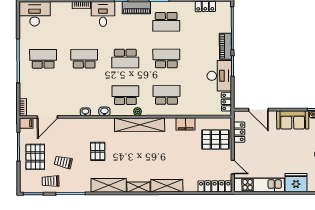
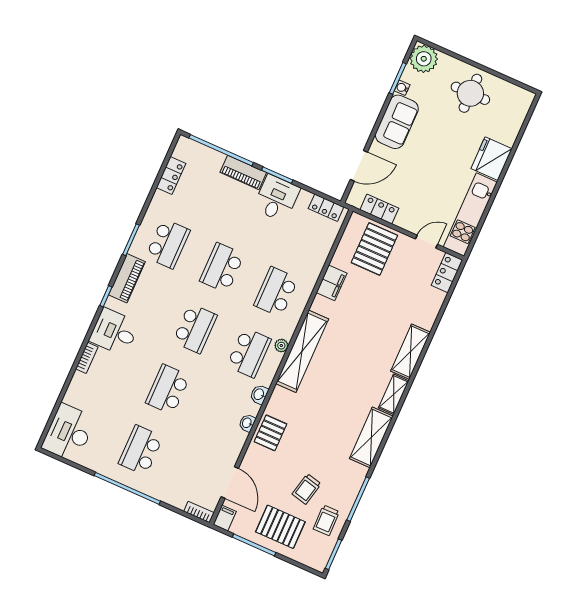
desk: (219, 76) -> (277, 198), width x0.73
school desk: (125, 95) -> (249, 353), turned 180
pallet: (98, 151) -> (270, 433), moved, turned 90
locker: (215, 186) -> (447, 273), width x0.66

